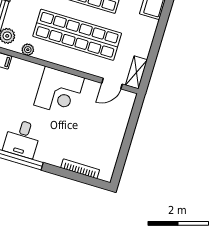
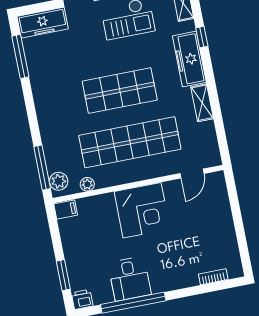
shelving: (136, 72) -> (202, 103), moved
bookcase: (80, 169) -> (213, 277), width x0.64

